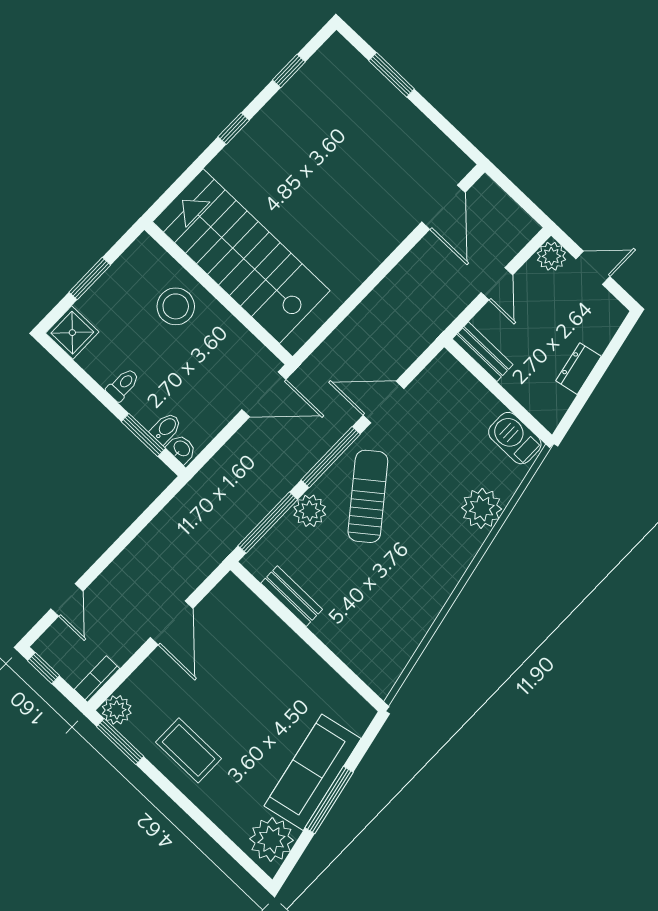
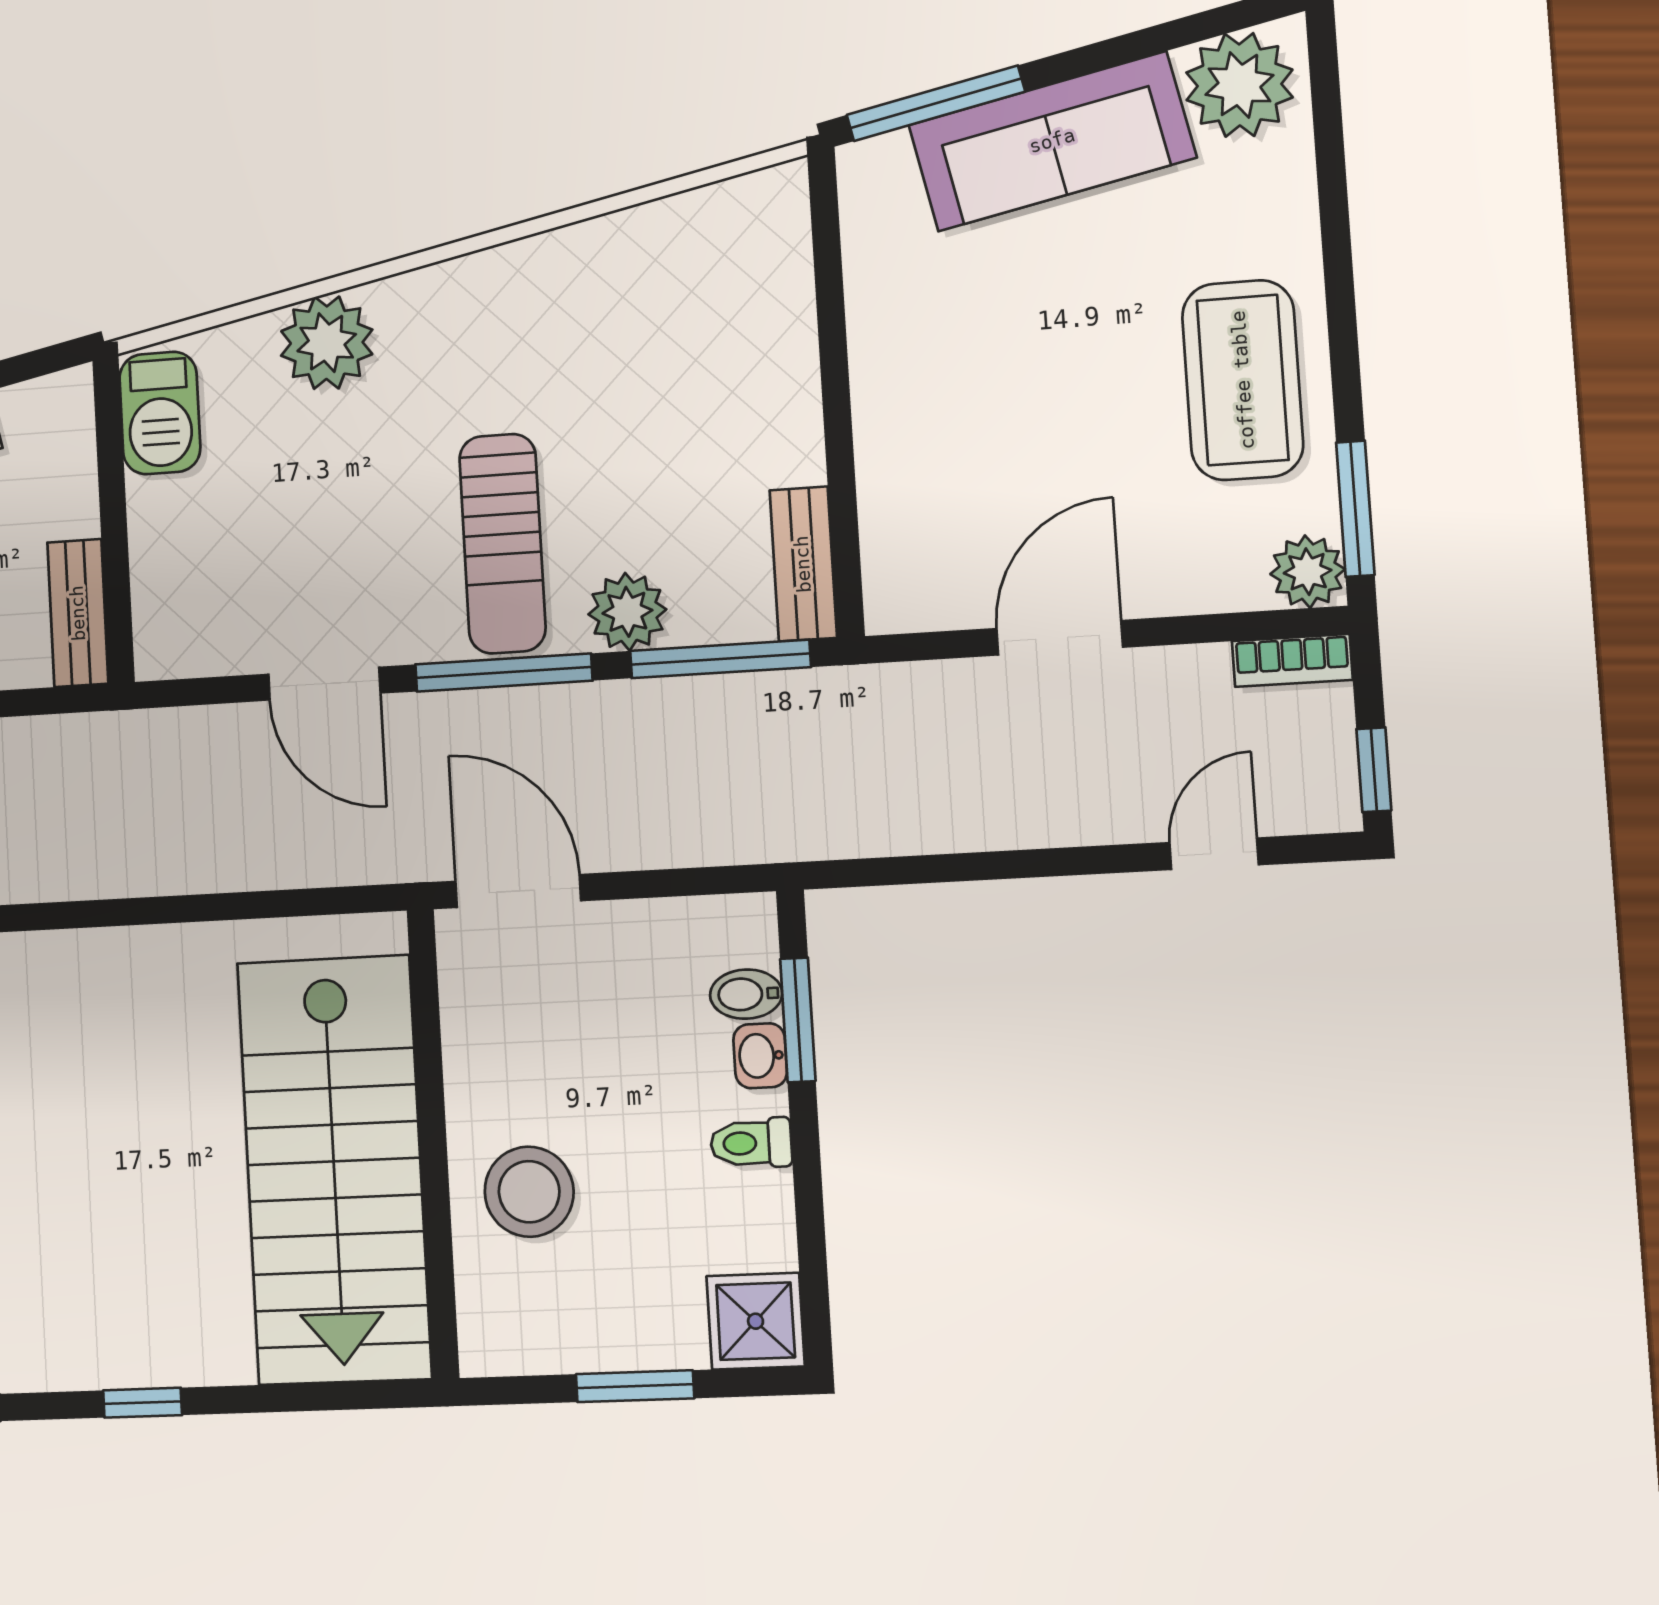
washbasin: (181, 449) -> (760, 1056), moved
sun lounger: (368, 496) -> (502, 544), turned -52
bench: (292, 596) -> (803, 564), moved
coffee table: (189, 750) -> (1243, 380), width x1.36, depth x1.32
window: (329, 800) -> (936, 103), moved

